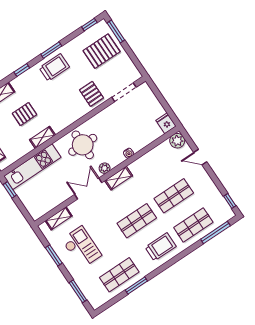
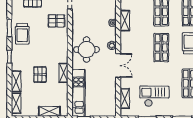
trolley: (54, 67) -> (22, 34), turned 180
shelving: (119, 178) -> (125, 21), moved
double door: (88, 189) -> (118, 65), swing flipped

